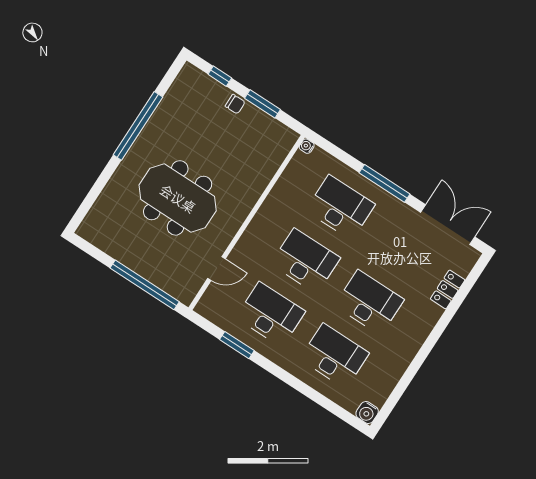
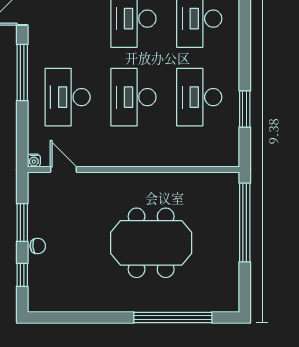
chair: (235, 104) -> (38, 246), turned 86
window: (138, 126) -> (173, 318), moved
meeting table: (178, 198) -> (151, 243), turned 90
door: (217, 269) -> (64, 170), moved

